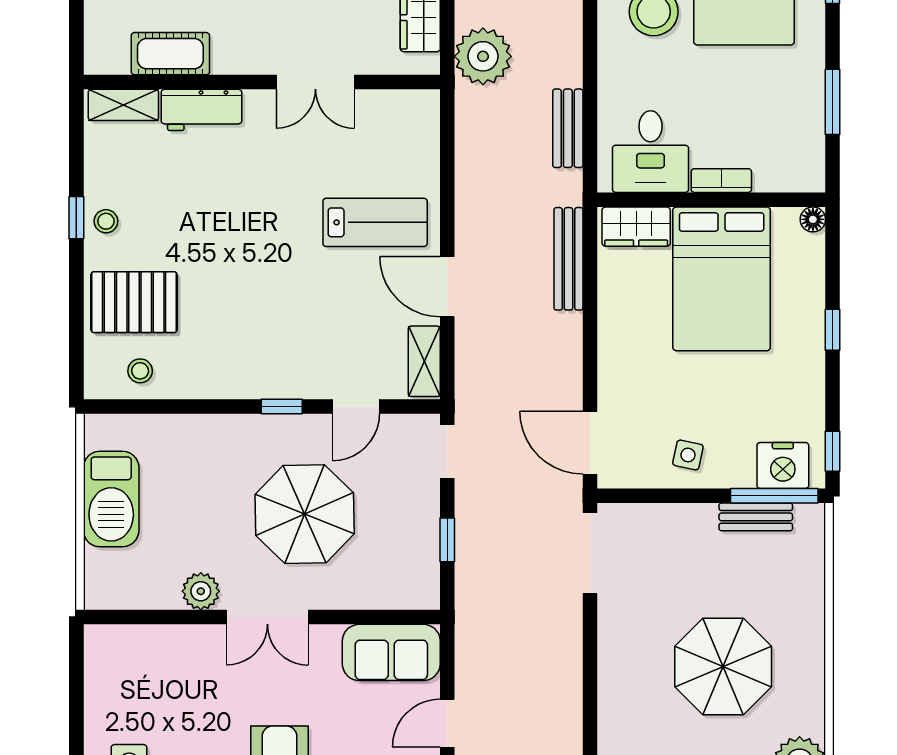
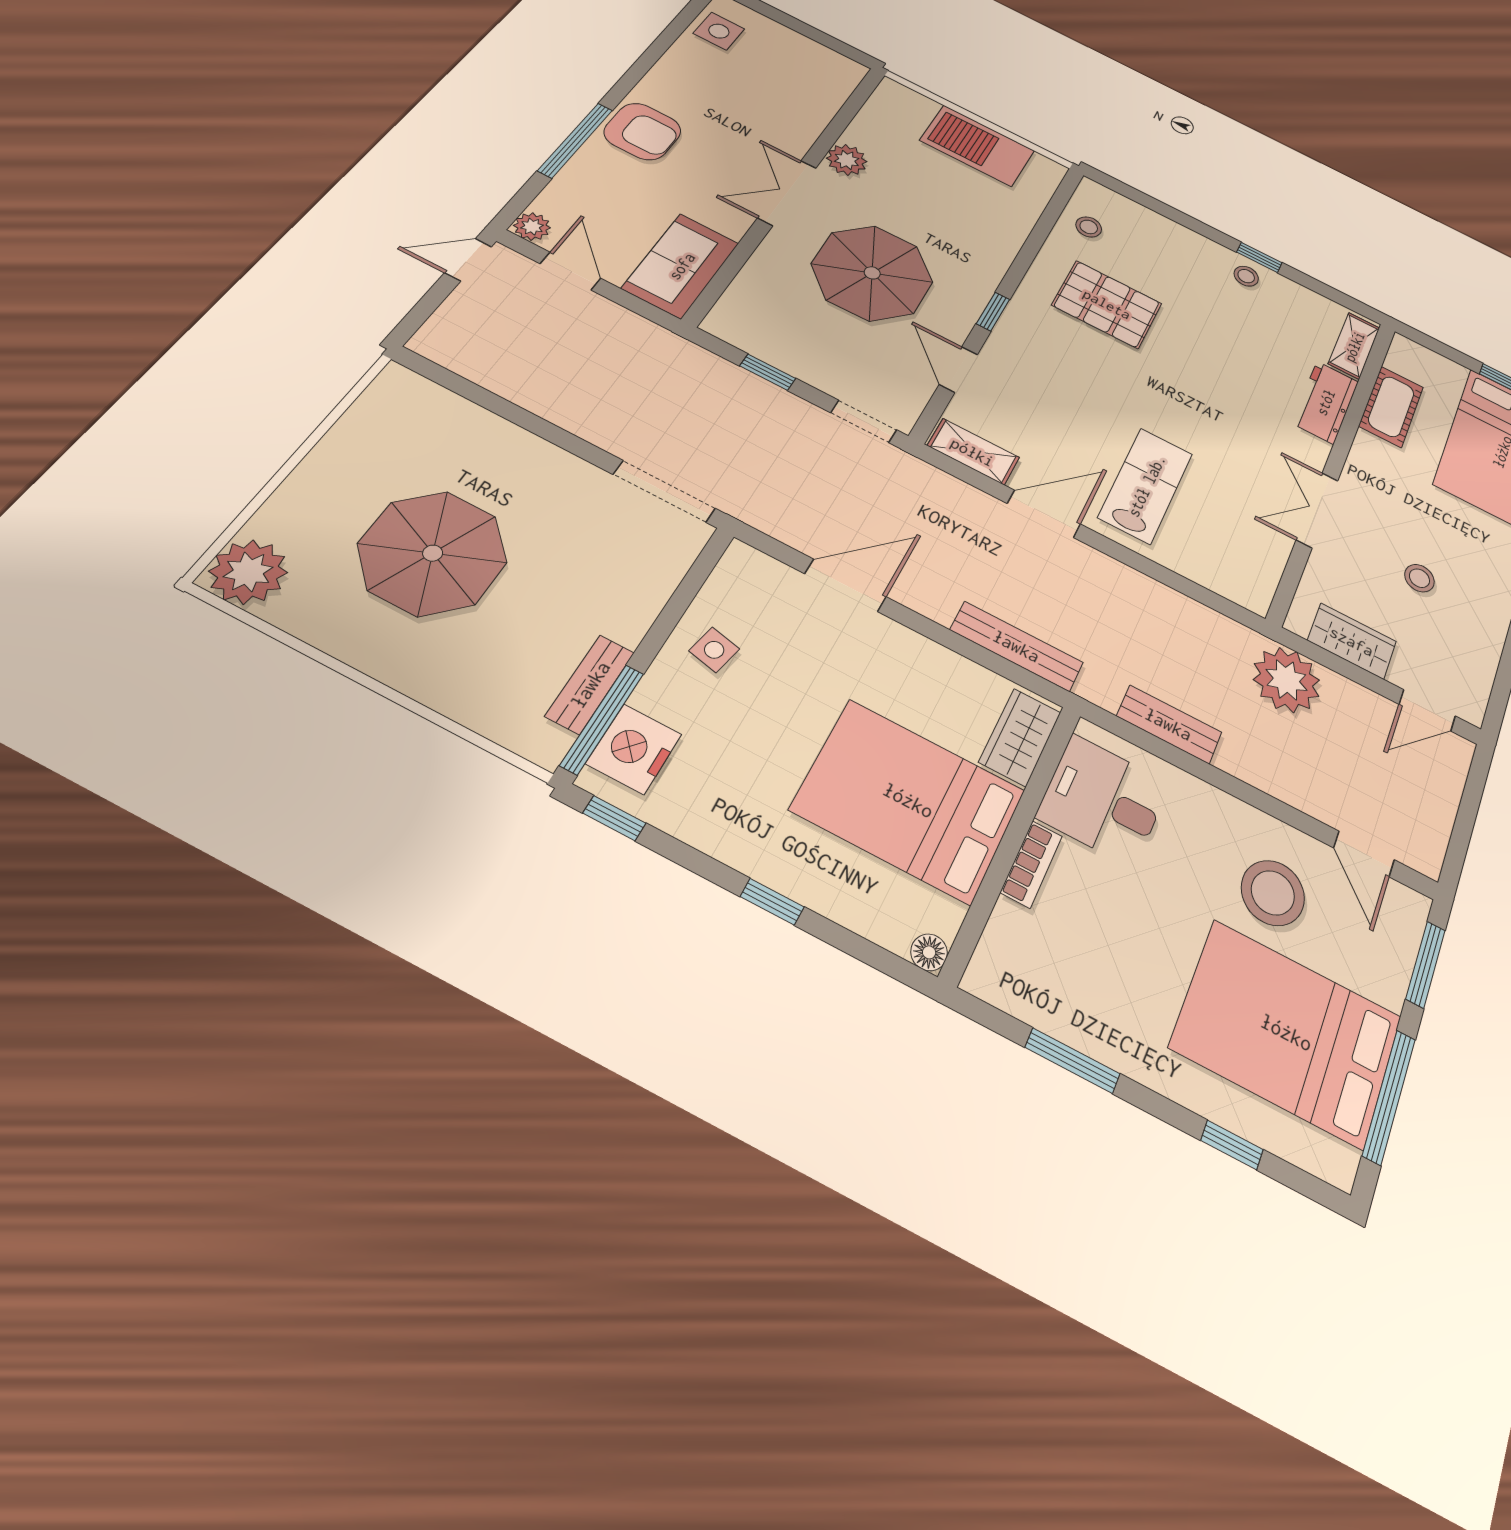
lab bench: (375, 222) -> (1146, 485), turned 180
pallet: (134, 302) -> (1107, 304), moved, turned 90
door: (590, 443) -> (845, 585), moved

